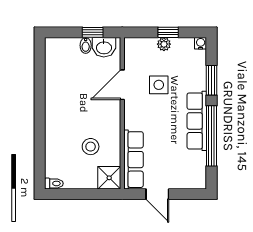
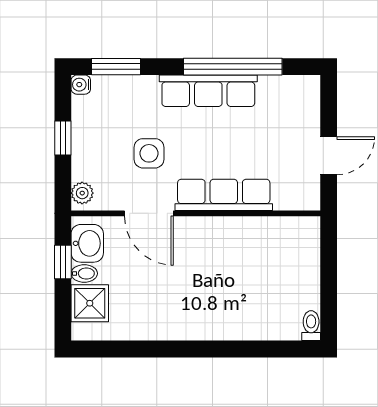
plant: (164, 44) -> (82, 193), moved
window: (212, 80) -> (116, 67), moved
stool: (91, 147) -> (250, 265), removed
row of seats: (133, 160) -> (224, 195), moved
shower: (109, 178) -> (90, 303), moved

